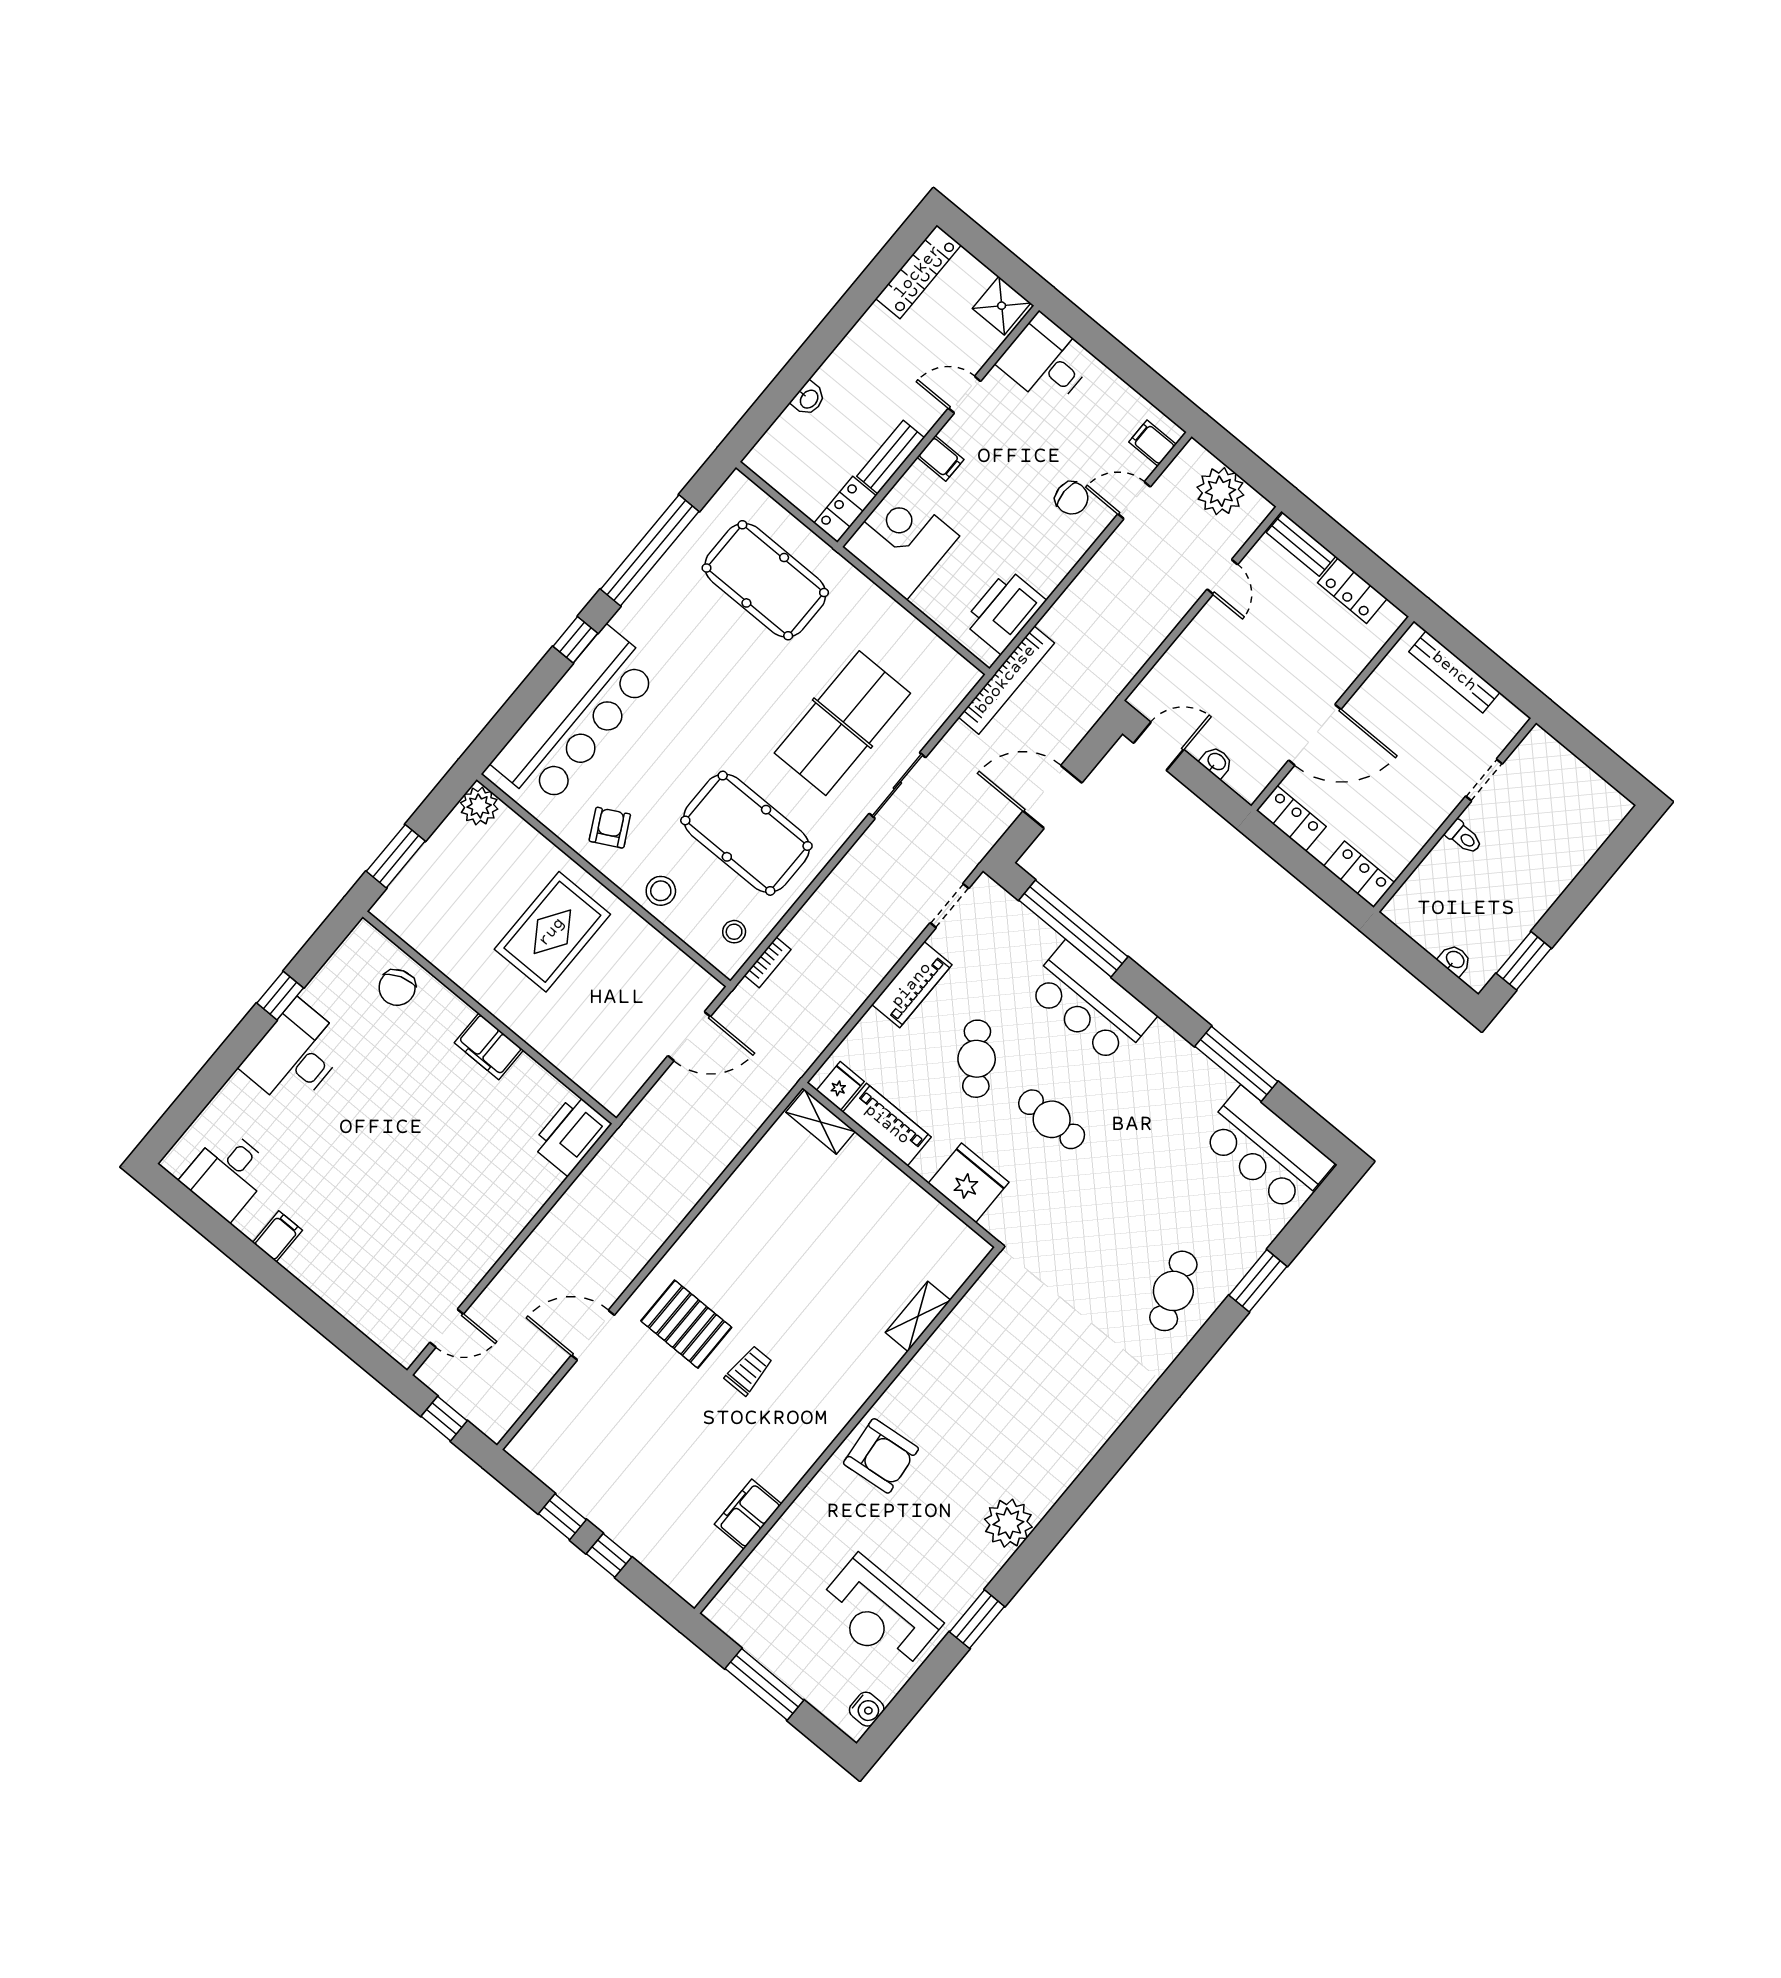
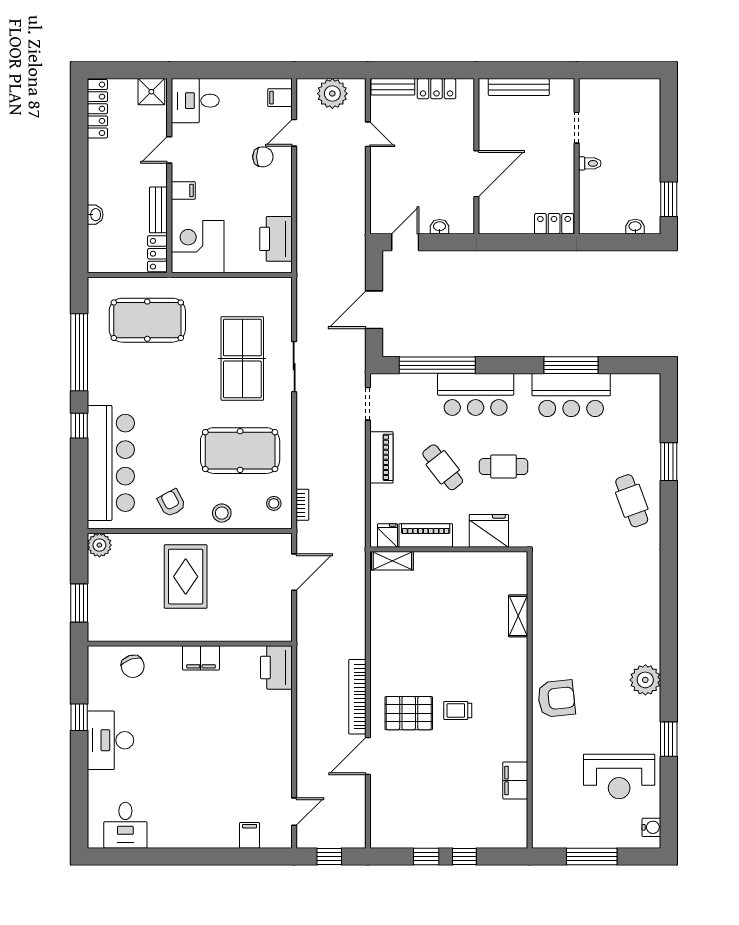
bookcase: (1006, 680) -> (357, 697), moved, turned 180
locker: (1291, 818) -> (499, 224), removed
bar counter: (1266, 1150) -> (571, 395), moved
filing cabinet: (277, 1236) -> (249, 835), moved
trolley: (749, 1371) -> (458, 710), turned -90

